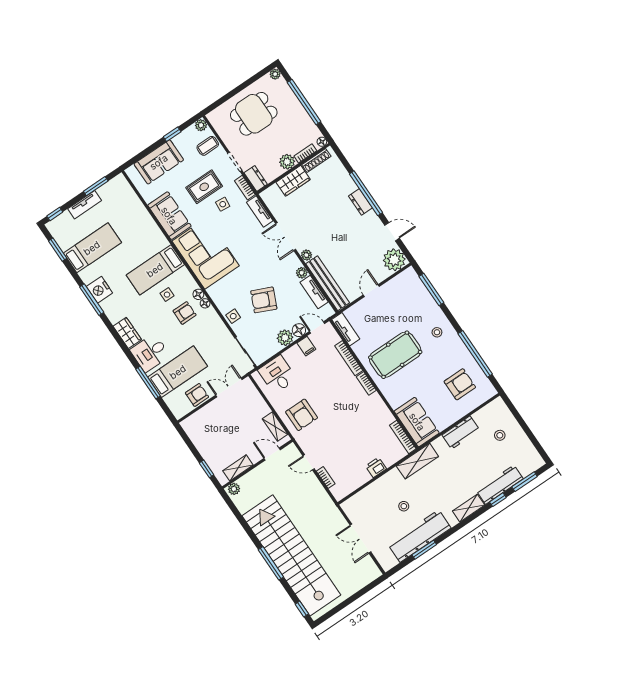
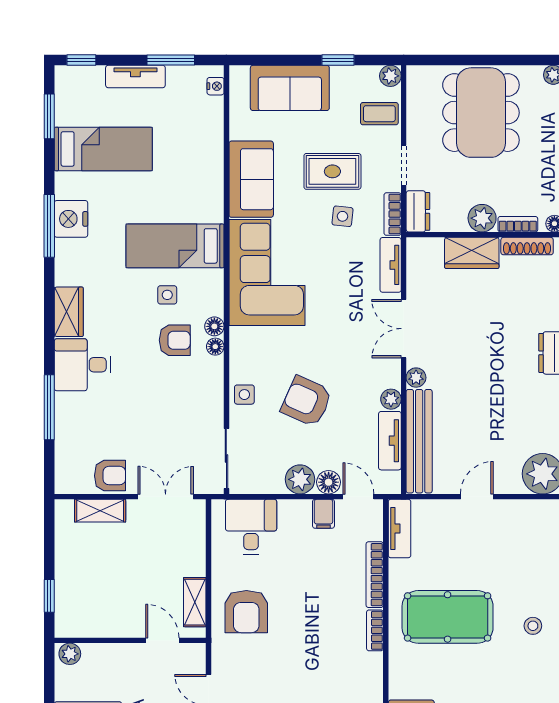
dining table: (254, 114) -> (481, 113), width x1.38
nightstand: (124, 184) -> (216, 86), added
bed: (178, 372) -> (105, 421), removed
shelving: (238, 468) -> (100, 511), moved

